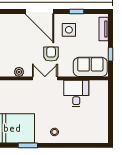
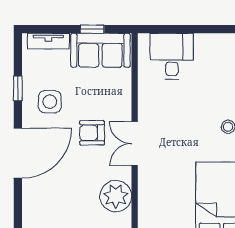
sofa: (90, 67) -> (100, 50), moved, turned -90
plant: (19, 72) -> (116, 196), width x1.87, depth x1.87
desk: (76, 93) -> (172, 56), moved, turned 90

